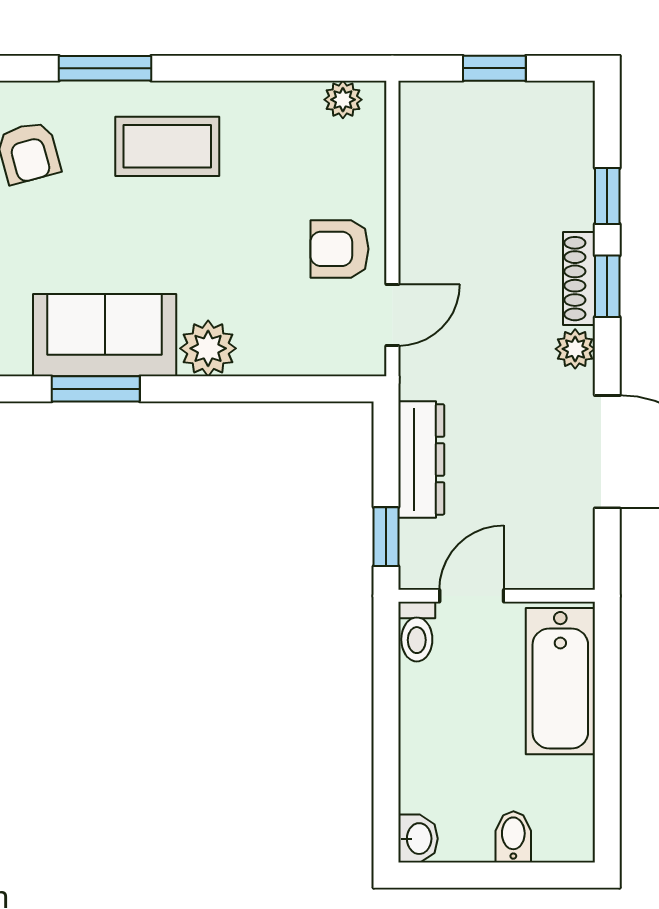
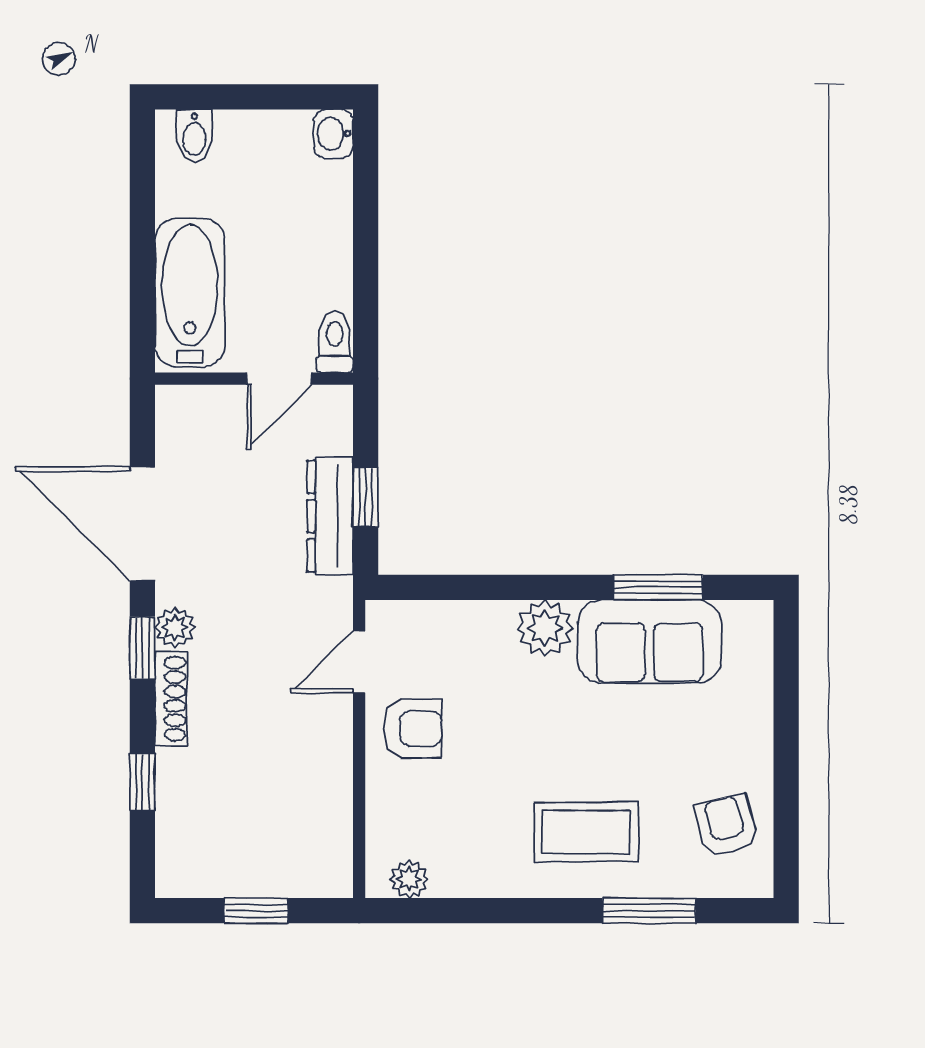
window: (607, 286) -> (142, 648), moved
window: (386, 537) -> (366, 497), moved
bidet: (513, 837) -> (194, 135), moved

